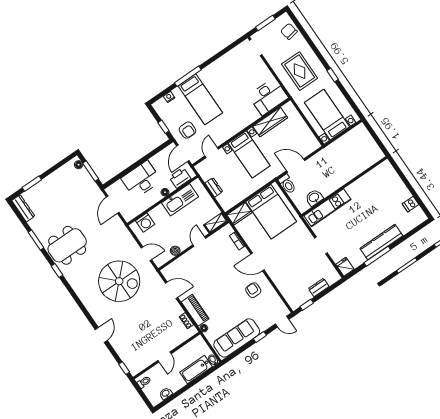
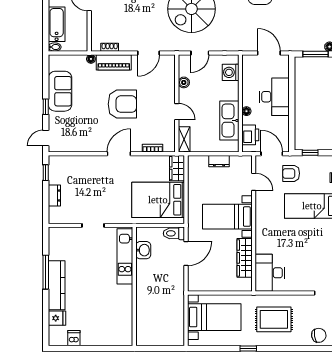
fridge: (345, 267) -> (57, 318), moved
armchair: (253, 290) -> (122, 104), moved, width x1.88, depth x1.88
sofa: (237, 338) -> (60, 91), width x0.73

